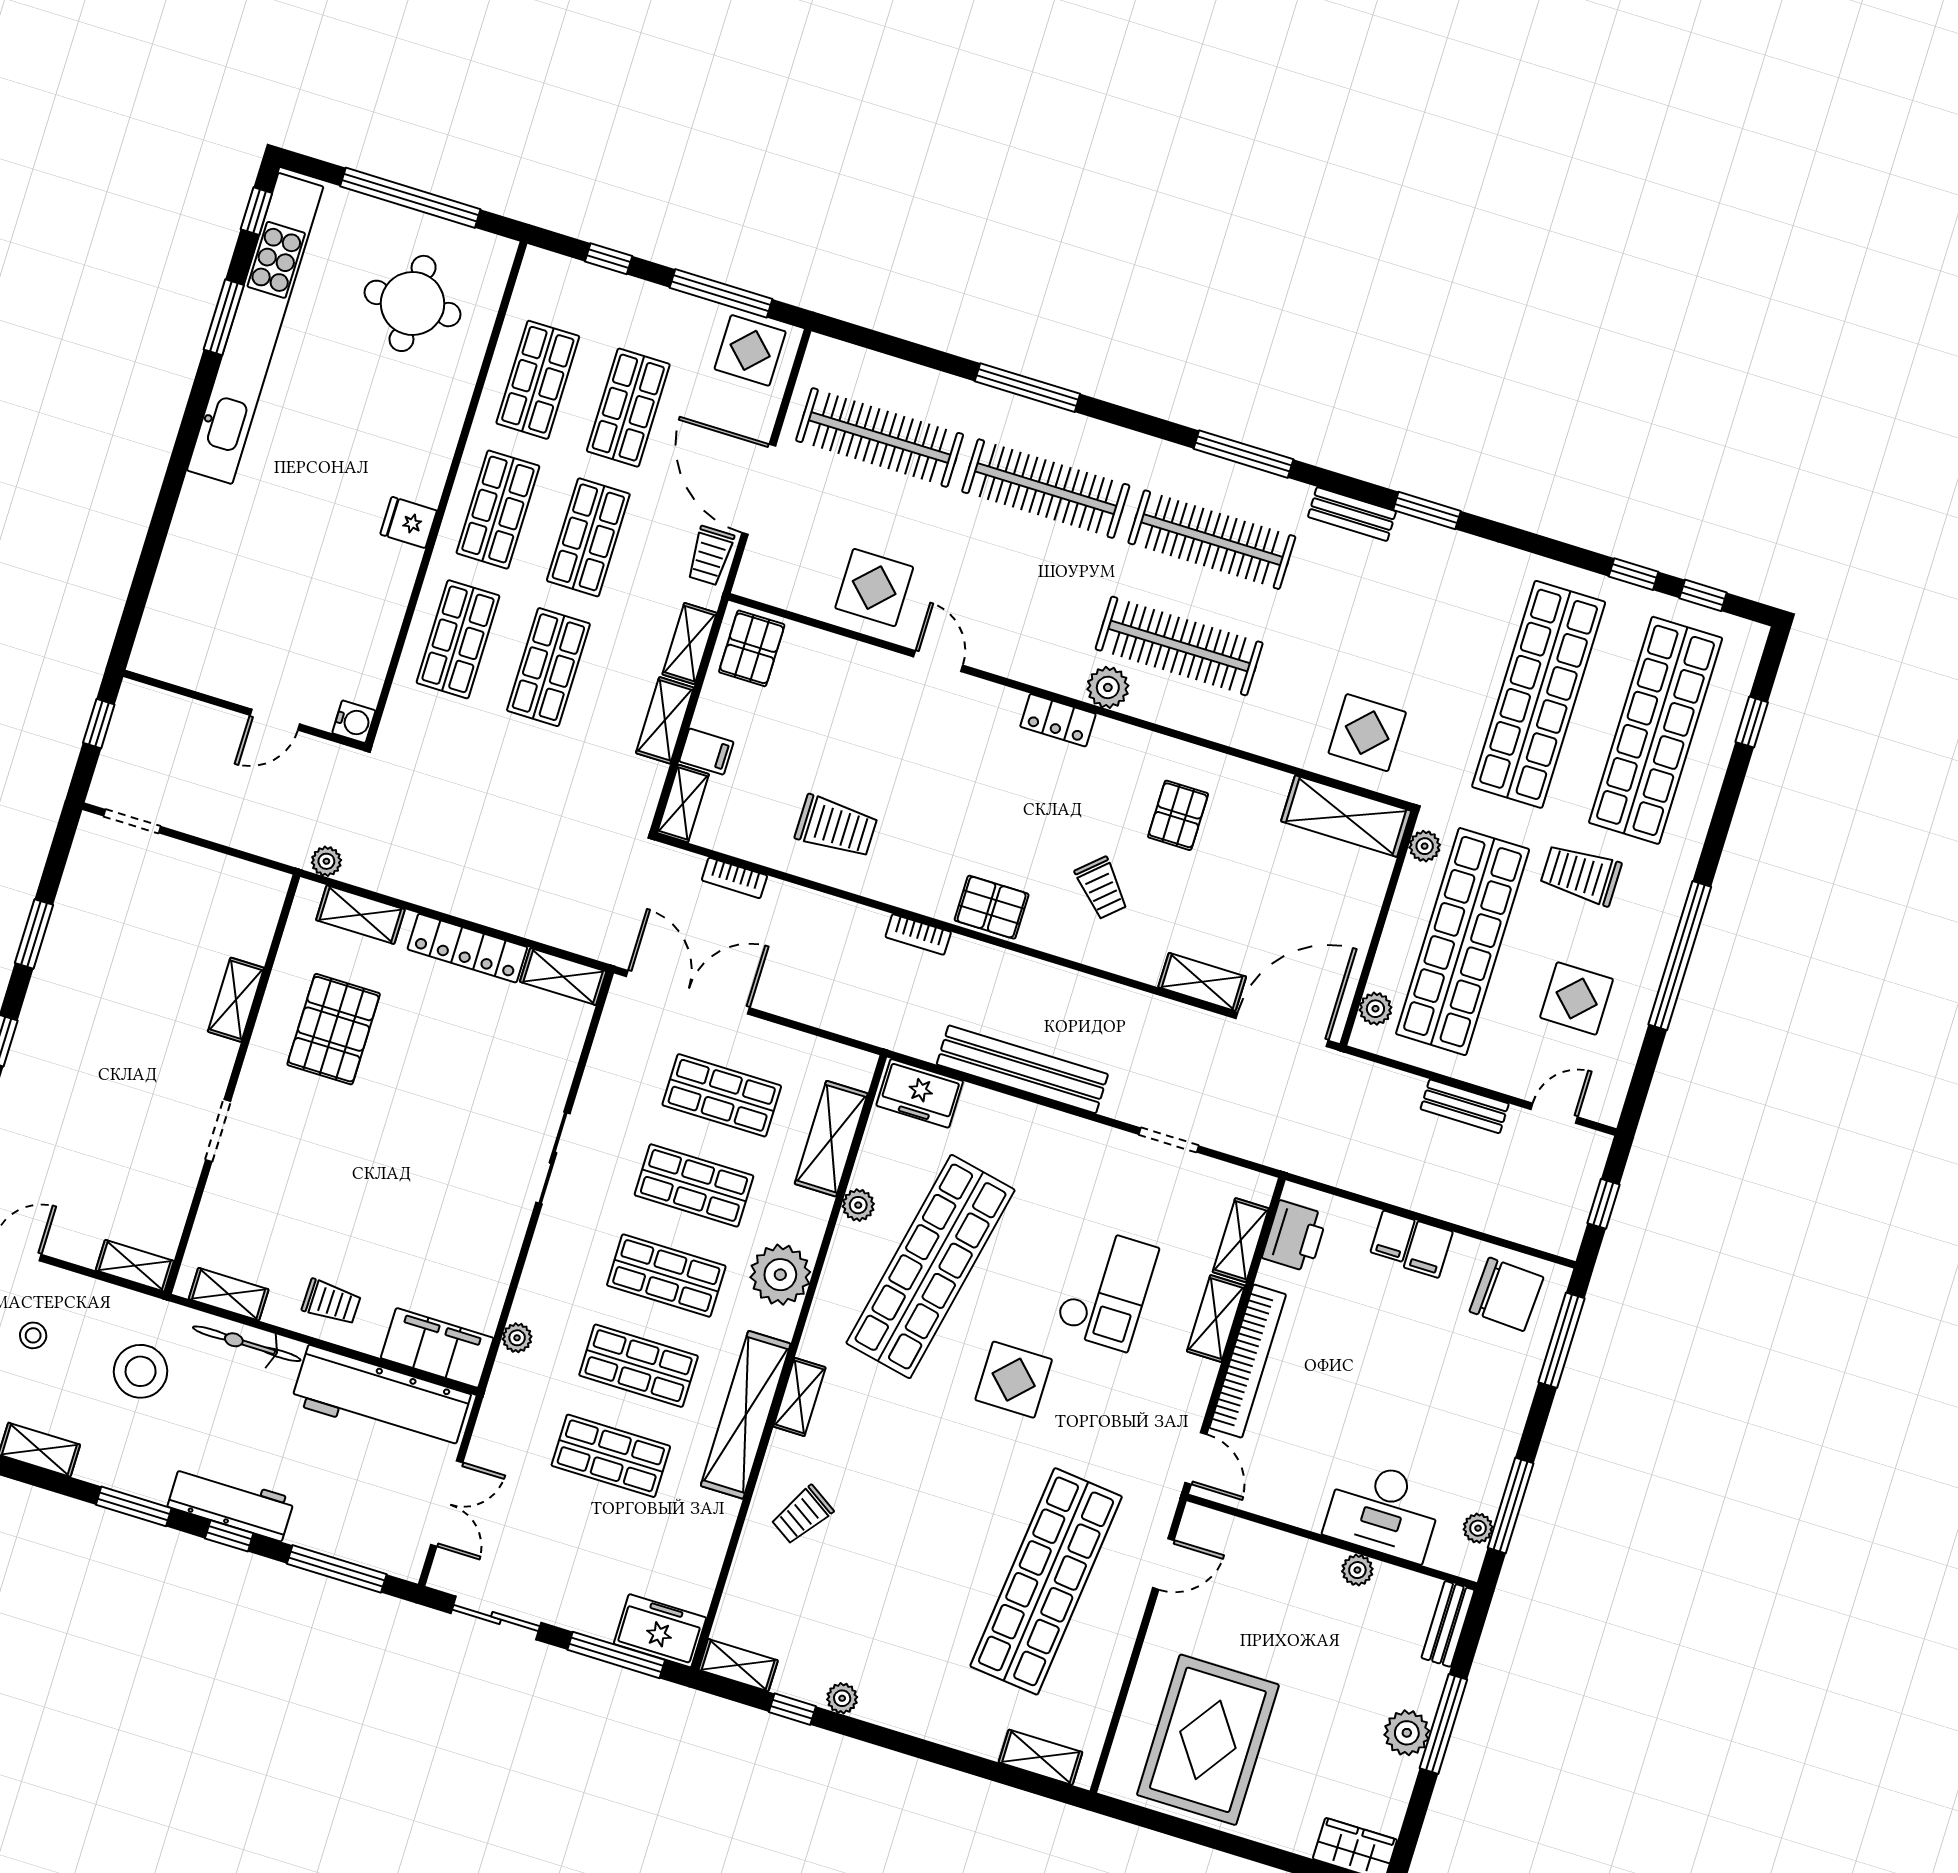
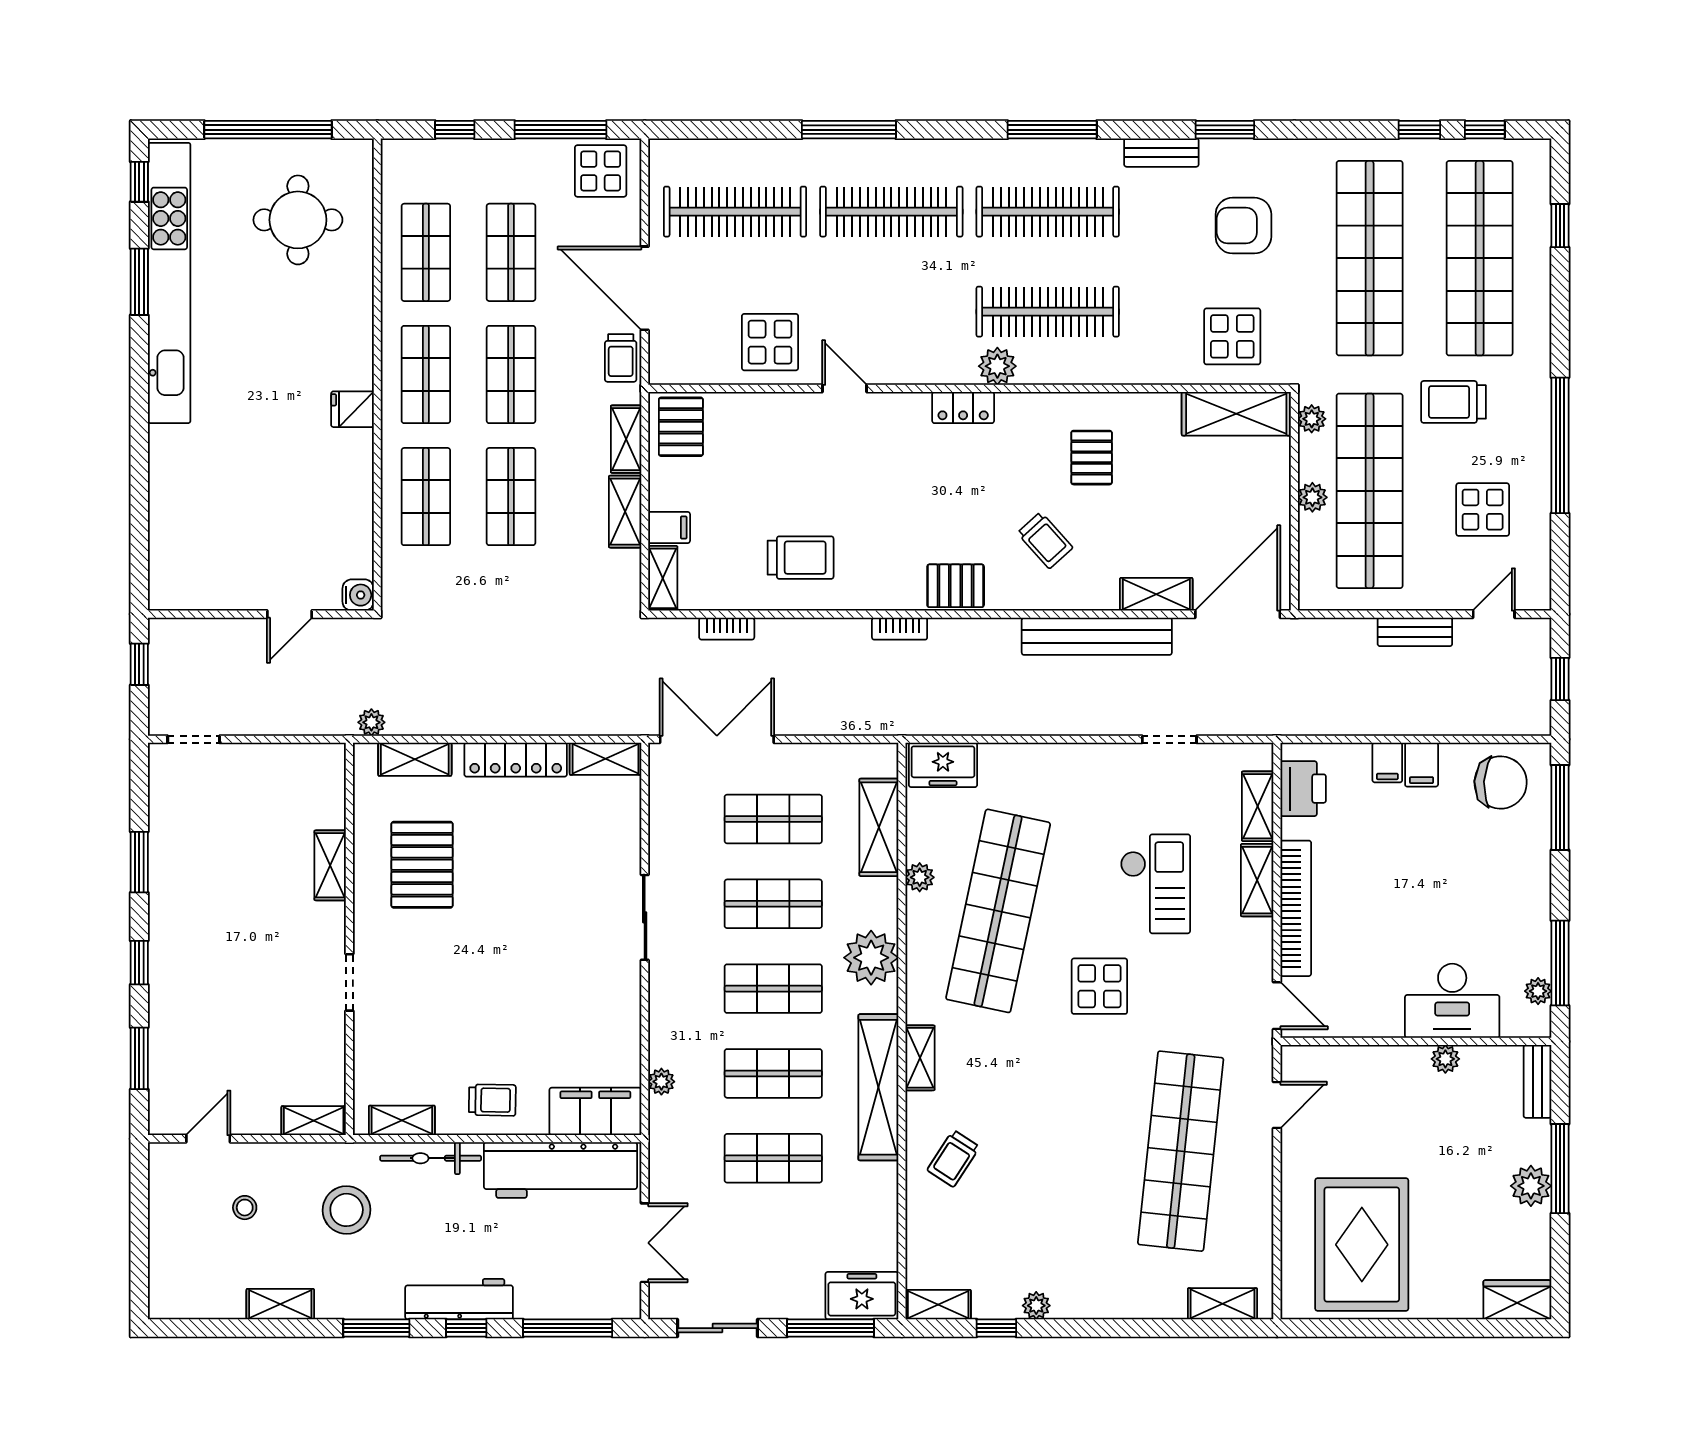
armchair: (1415, 618) -> (1243, 226), added
plant: (1375, 1009) -> (1312, 497), moved
bench: (1022, 1069) -> (1097, 636), moved

